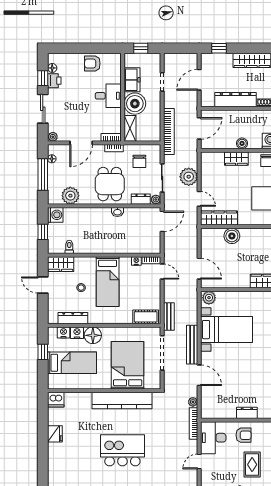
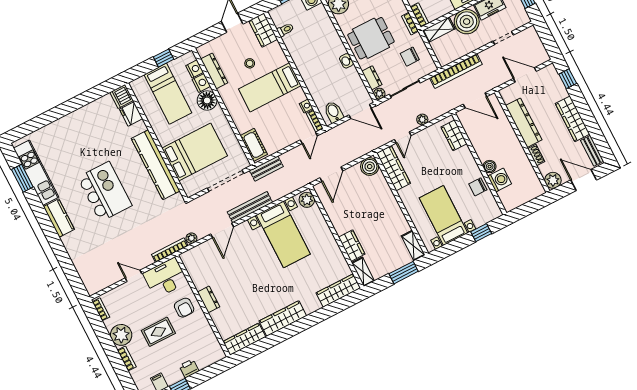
boiler: (242, 143) -> (490, 167), moved
wardrobe: (236, 159) -> (454, 135), moved
plant: (189, 177) -> (422, 119), width x0.53, depth x0.53
boiler: (232, 236) -> (370, 167), moved
bidet: (152, 242) -> (334, 112), added
fridge: (55, 434) -> (131, 114), moved, turned 90

